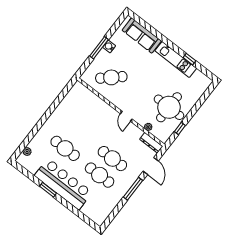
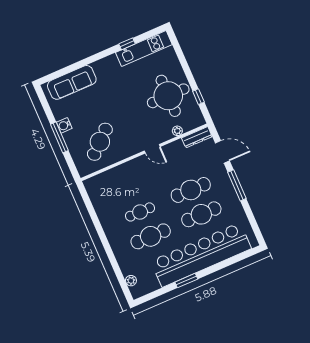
kitchen unit: (176, 60) -> (144, 49), moved
cafe table: (78, 132) -> (140, 212), added
bar counter: (63, 184) -> (201, 255), width x1.36

